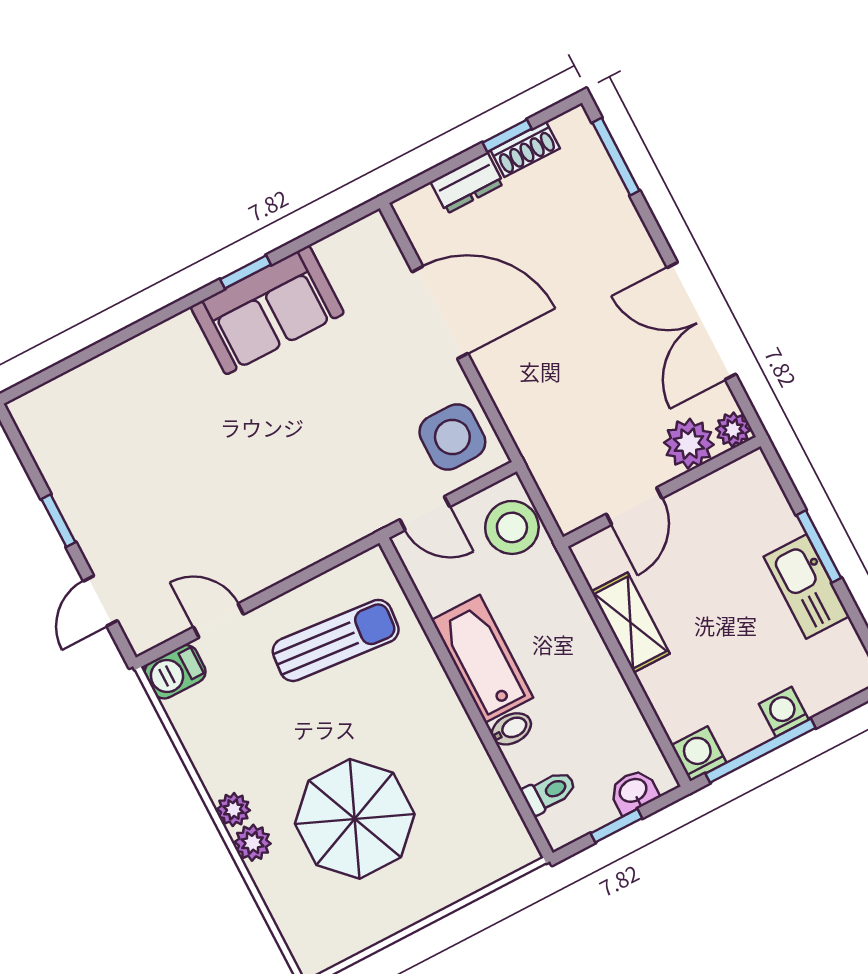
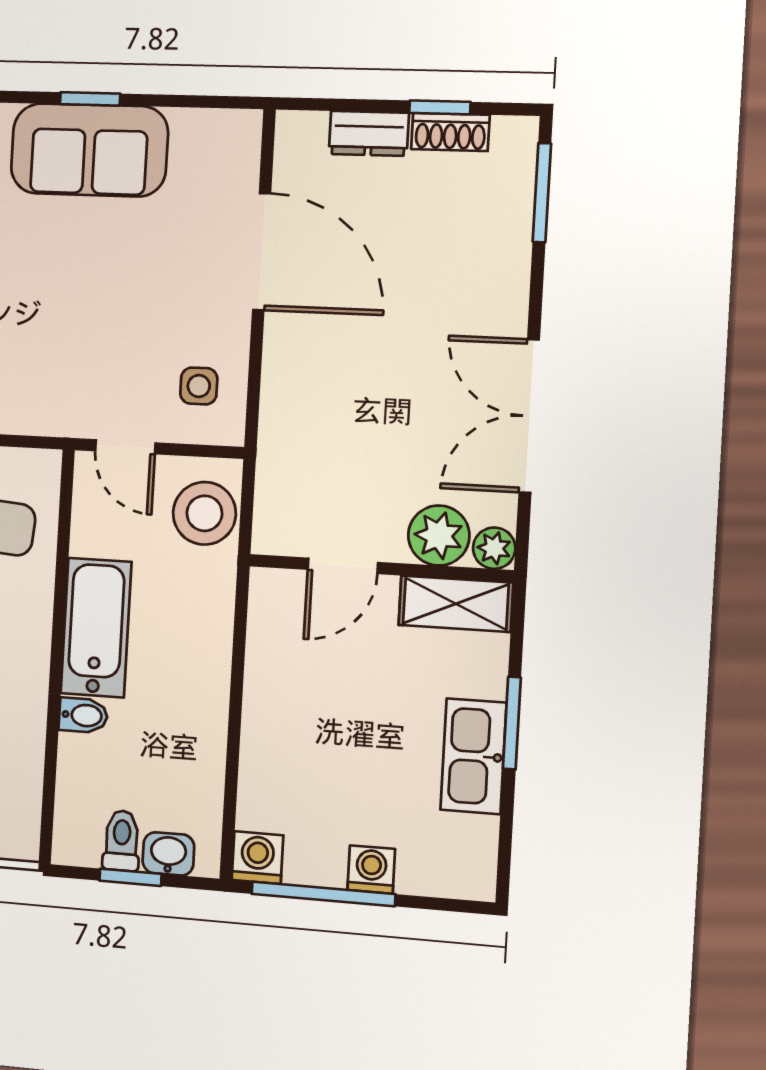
side table: (452, 437) -> (199, 386), width x0.54, depth x0.54
shelving: (630, 623) -> (456, 604), moved, turned 90
toilet: (549, 792) -> (122, 841), moved, turned -90

